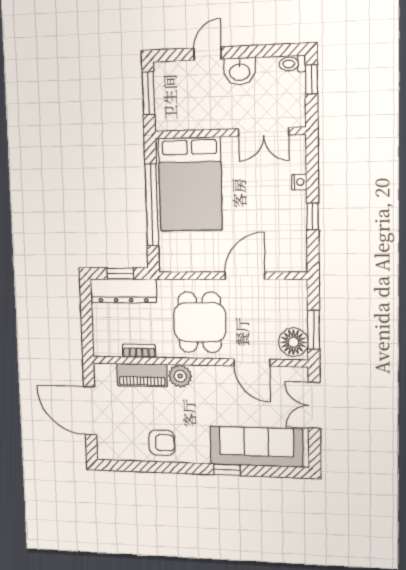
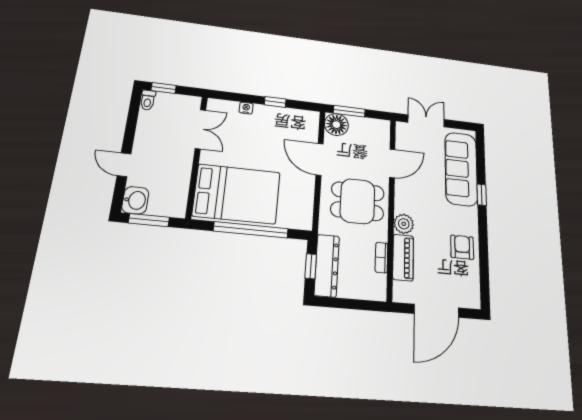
washbasin: (240, 71) -> (135, 200), moved
window: (314, 330) -> (349, 111), moved
floor lamp: (294, 342) -> (336, 125), moved
double door: (314, 405) -> (426, 121), swing flipped

